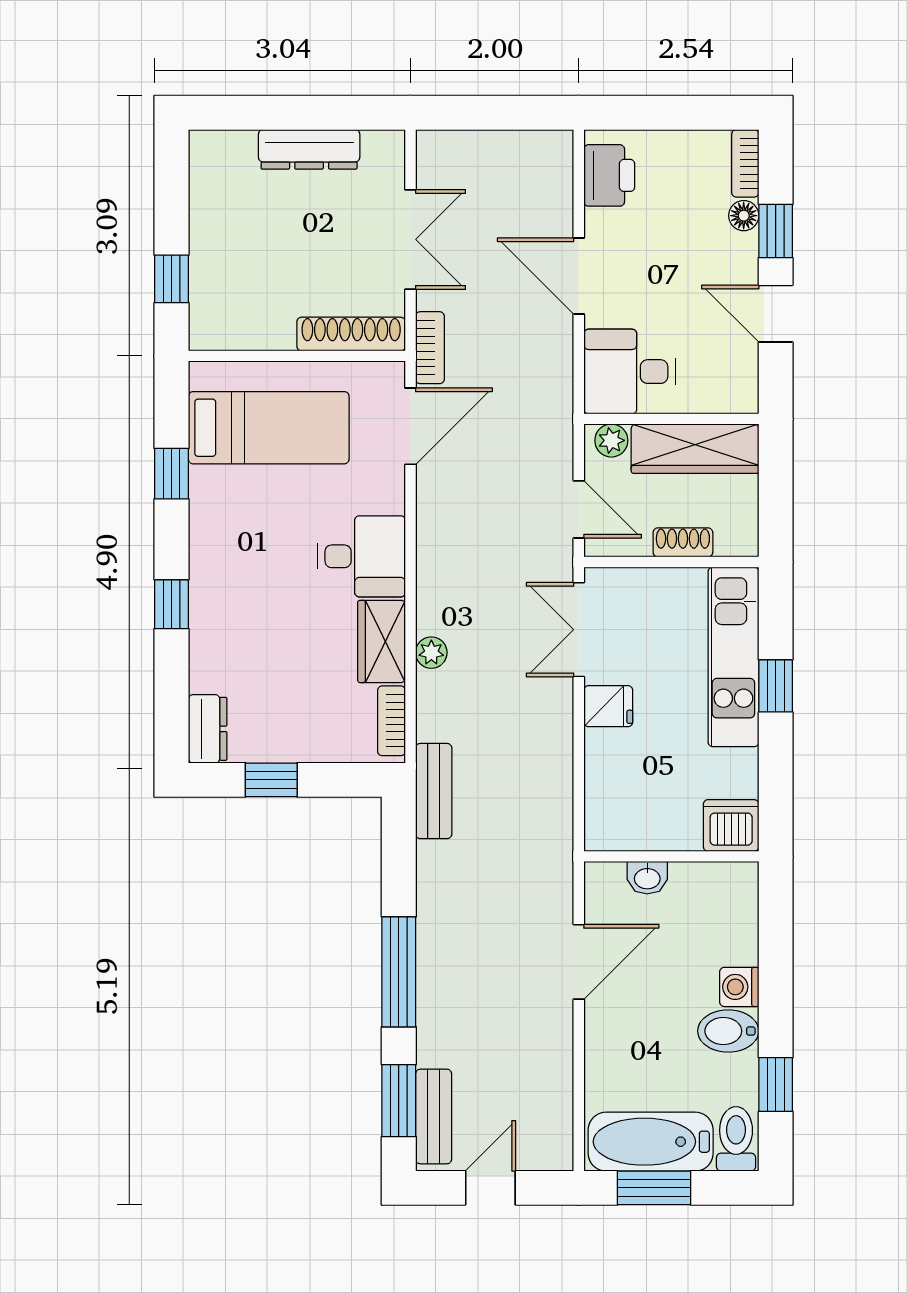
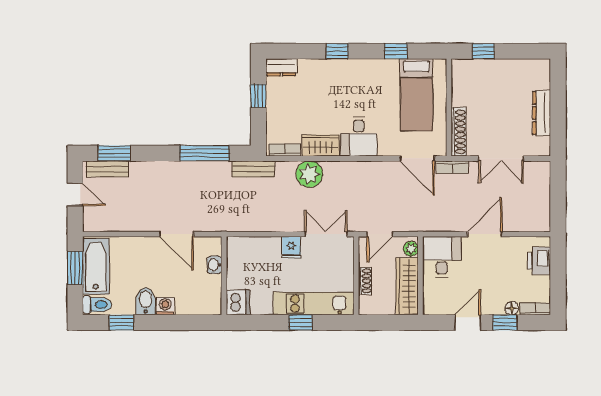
printer: (609, 175) -> (539, 261), moved, turned 90
plant: (431, 653) -> (309, 174), width x1.88, depth x1.88
window: (399, 972) -> (204, 153), moved

